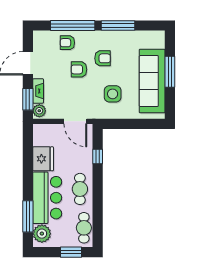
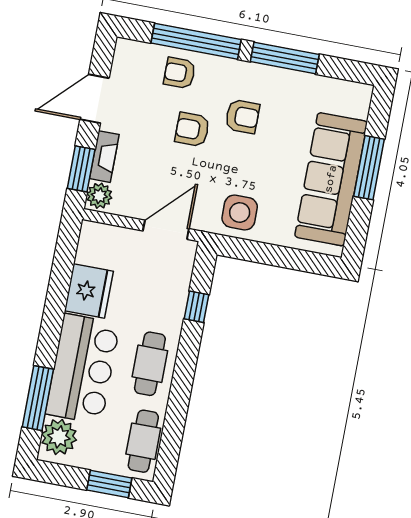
side table: (113, 94) -> (240, 212), moved
door: (75, 121) -> (166, 230), swing flipped

